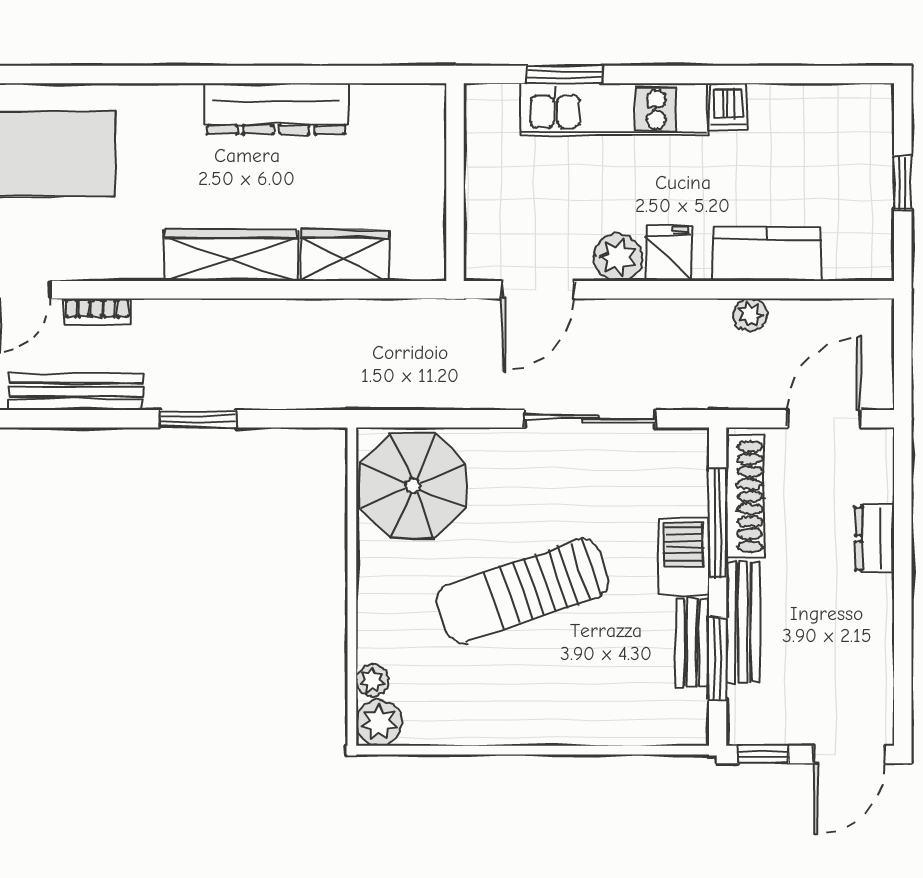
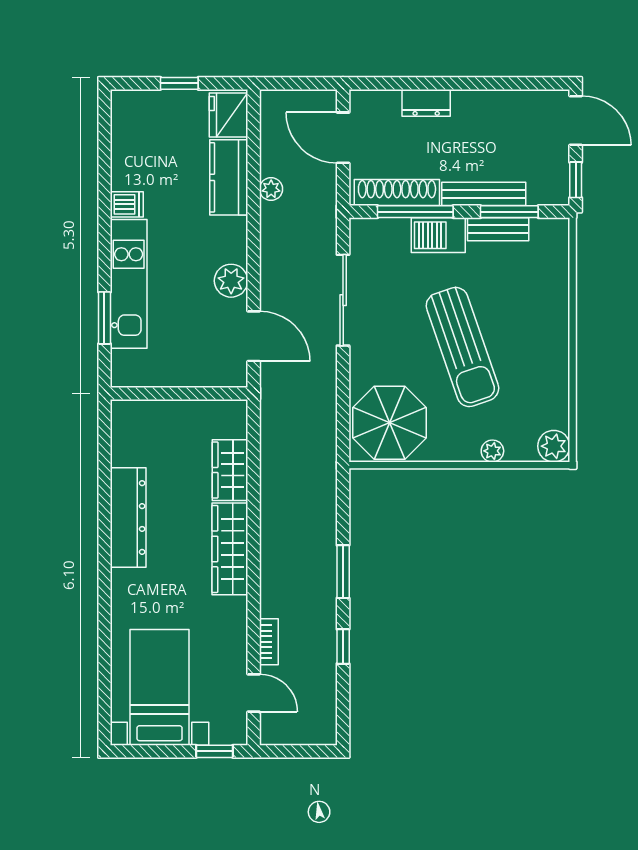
fridge: (668, 254) -> (229, 115), moved, width x1.38
bench: (76, 392) -> (324, 656), removed
window: (90, 419) -> (343, 646), added
plant: (372, 680) -> (492, 451), moved

